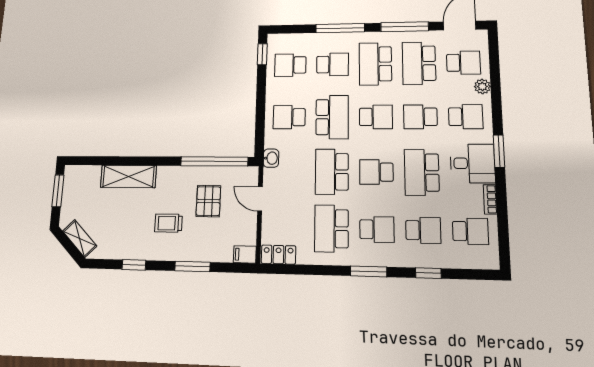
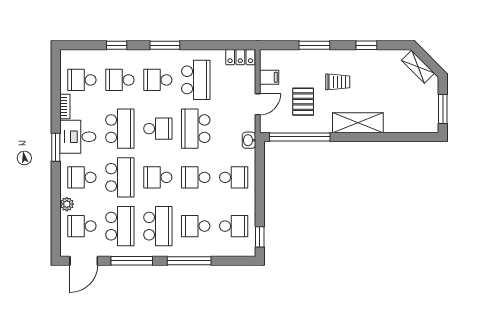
school desk: (332, 117) -> (196, 177), width x0.54
school desk: (420, 117) -> (120, 177), width x1.85
school desk: (332, 172) -> (196, 129), turned 180
shelving: (128, 176) -> (358, 123), moved
door: (260, 199) -> (258, 104), hinge flipped
filing cabinet: (245, 254) -> (269, 77), moved

